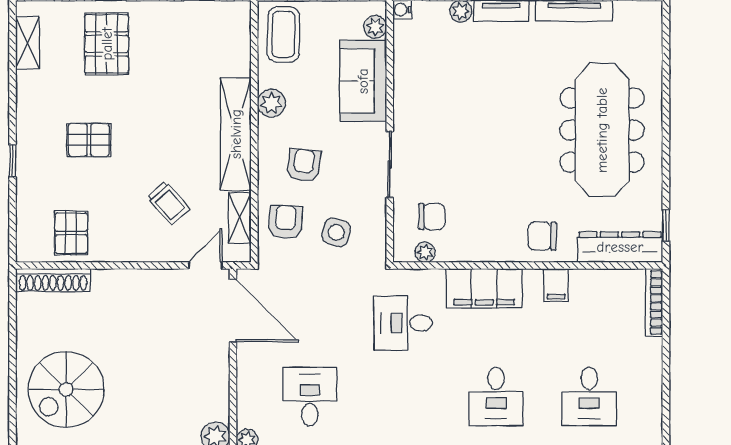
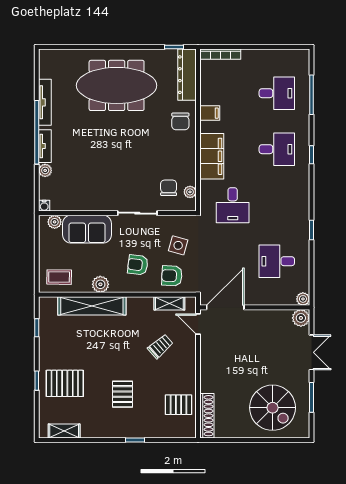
coffee table: (283, 34) -> (59, 277), width x0.73, depth x0.77
shelving: (236, 134) -> (92, 306), moved

